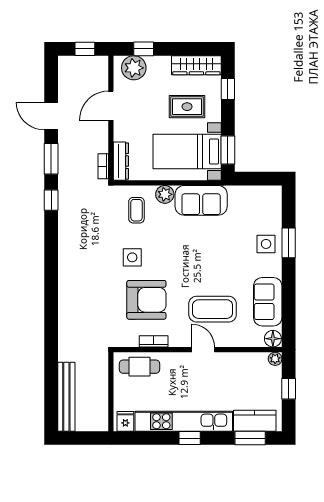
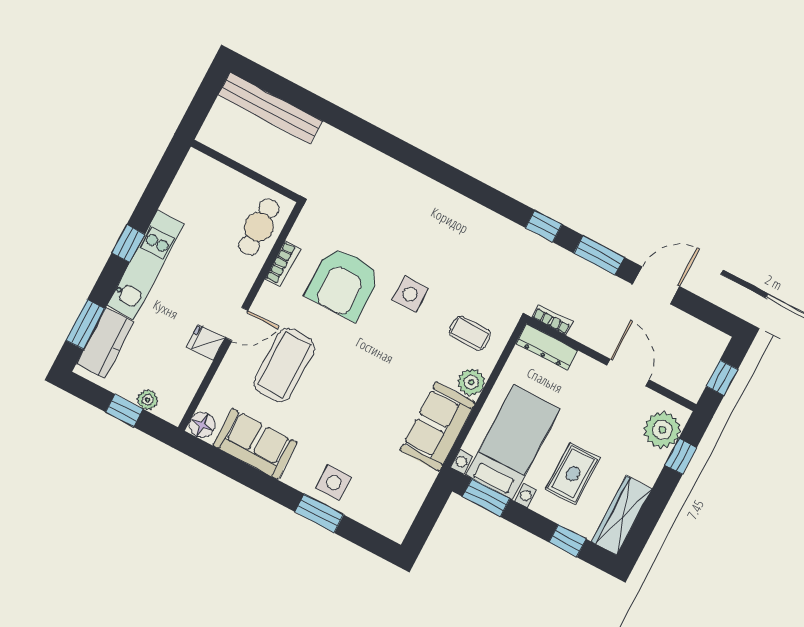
plant: (275, 359) -> (148, 400), moved
fridge: (125, 421) -> (206, 342), moved, turned 180
kitchen unit: (184, 421) -> (146, 265), width x0.73

